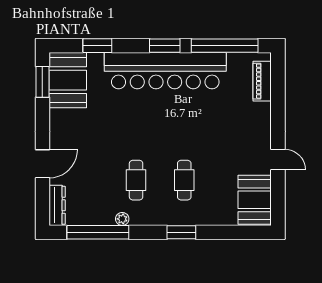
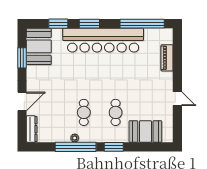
window: (165, 46) -> (89, 24), moved
piano: (262, 81) -> (167, 58), moved
window: (42, 82) -> (22, 58), moved
booth: (255, 200) -> (145, 132), moved, turned 90
window: (98, 232) -> (76, 147), moved

